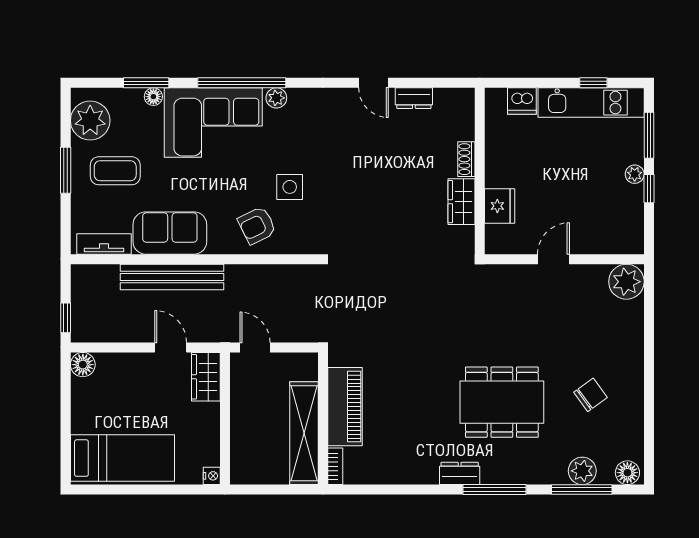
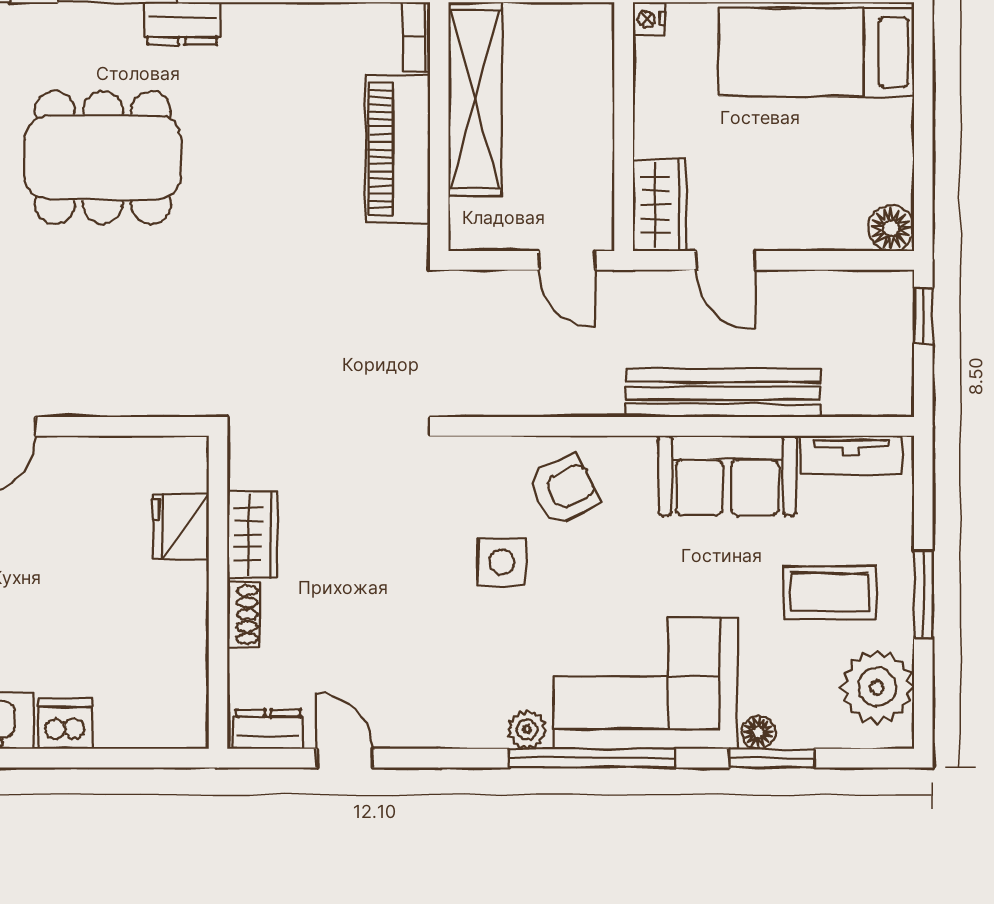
shoe rack: (466, 159) -> (243, 614), moved
wall: (480, 171) -> (218, 592), moved
wardrobe: (462, 202) -> (252, 535), moved
fridge: (500, 206) -> (181, 526), moved

